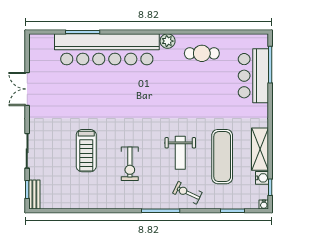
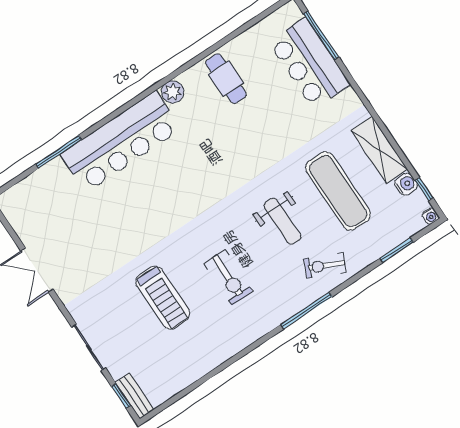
bar counter: (107, 49) -> (121, 142), width x0.73
cafe table: (202, 53) -> (226, 79), turned 90

